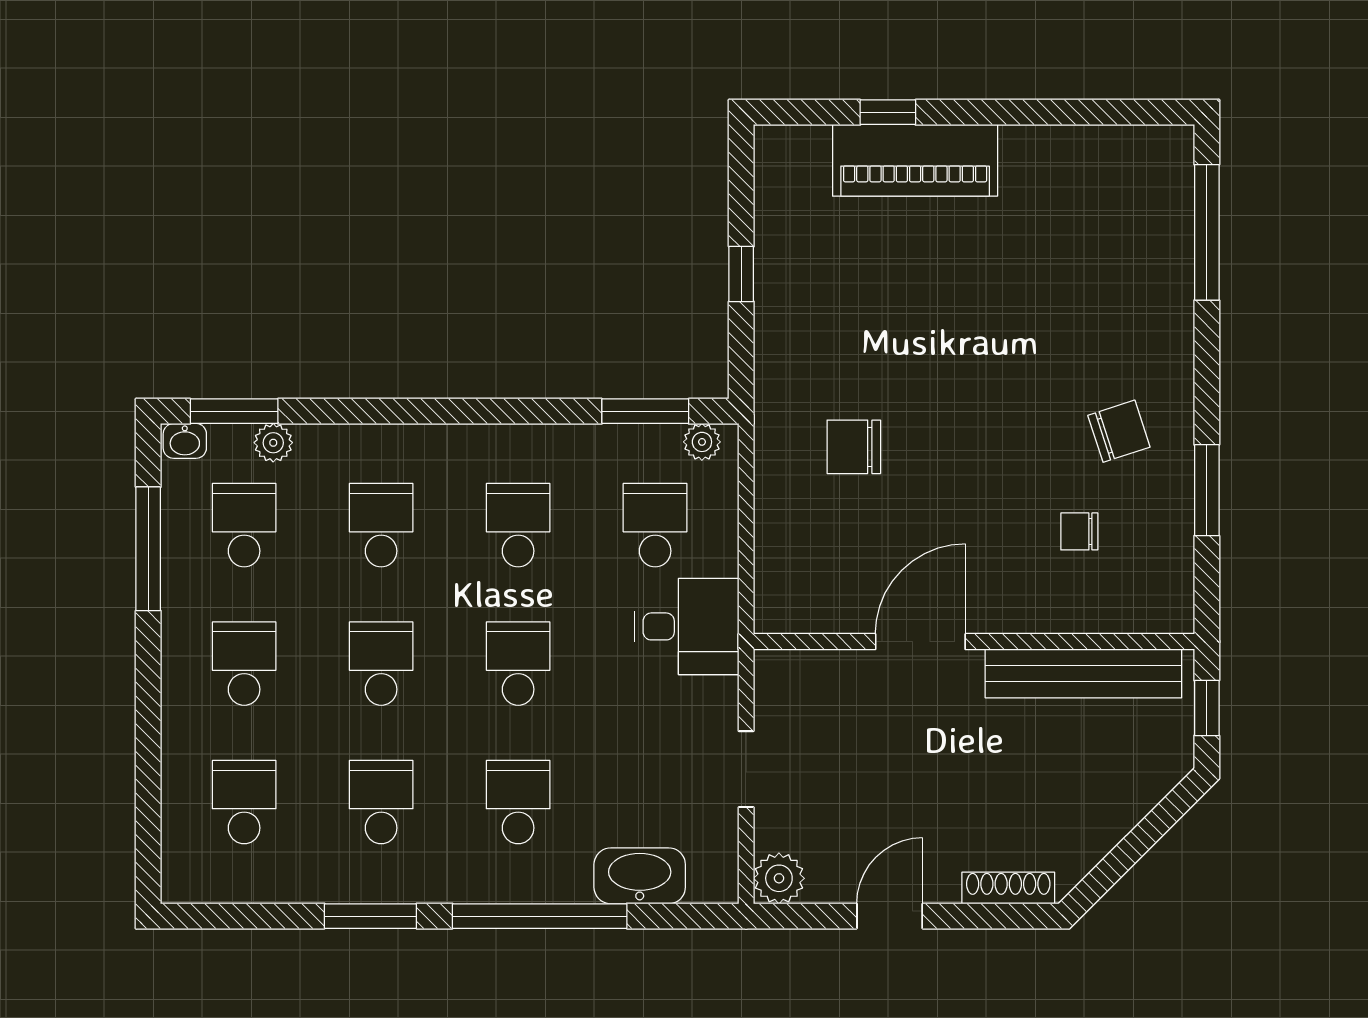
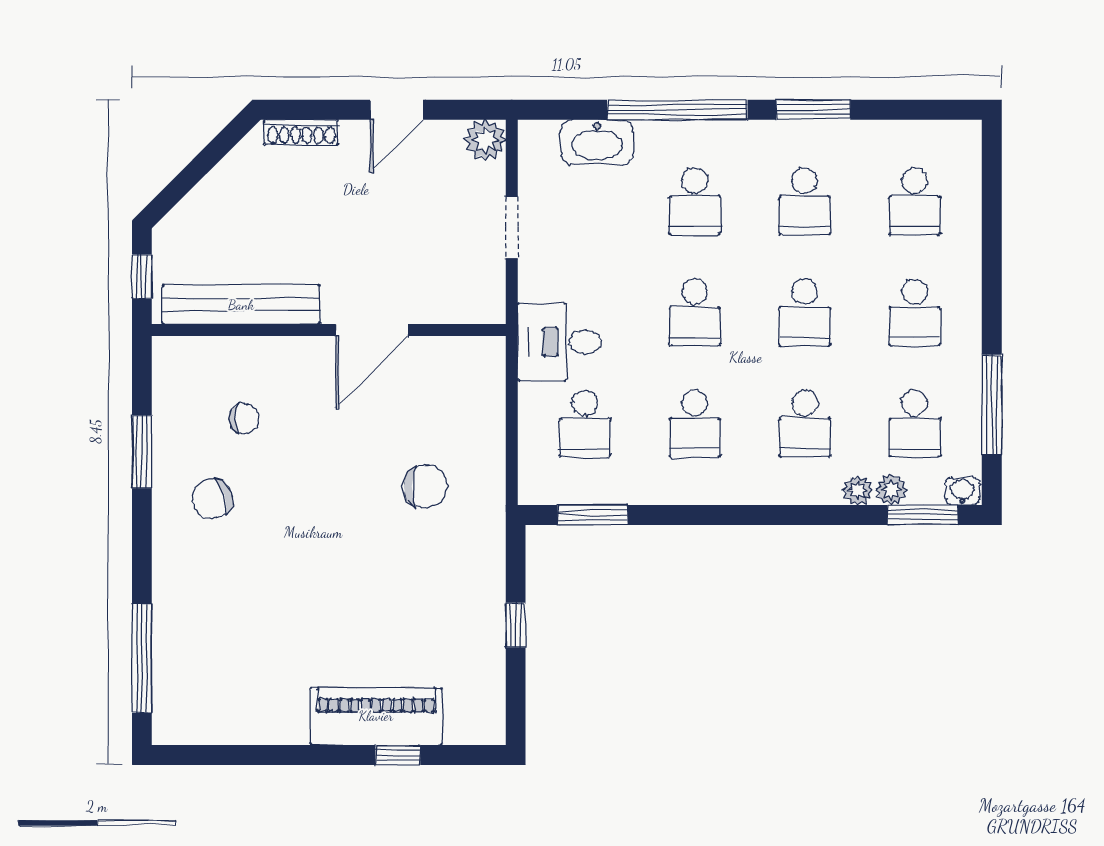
plant: (702, 442) -> (858, 490), moved

